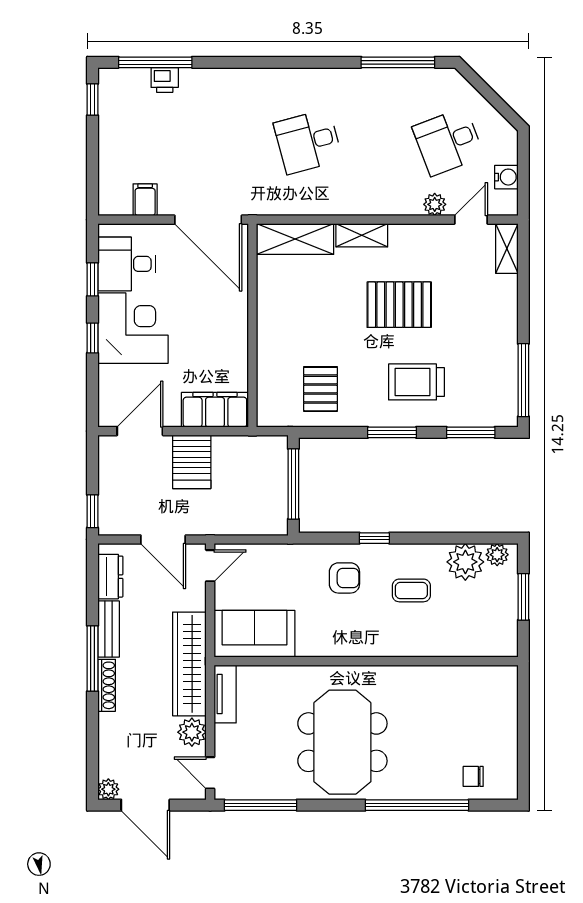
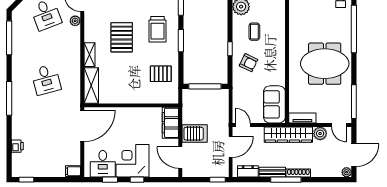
window: (155, 62) -> (9, 98), moved
filing cabinet: (145, 200) -> (73, 171), moved
armchair: (344, 578) -> (248, 63), turned 116
door: (210, 773) -> (339, 125), hinge flipped

